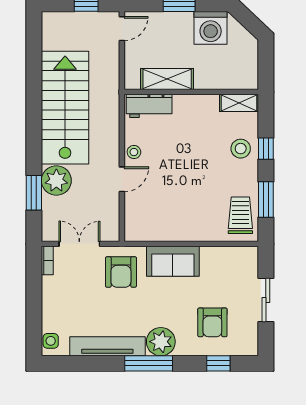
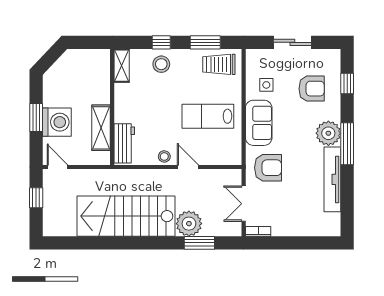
washing machine: (211, 28) -> (57, 122), moved
lab bench: (180, 202) -> (208, 116), added
side table: (51, 341) -> (266, 85), moved

